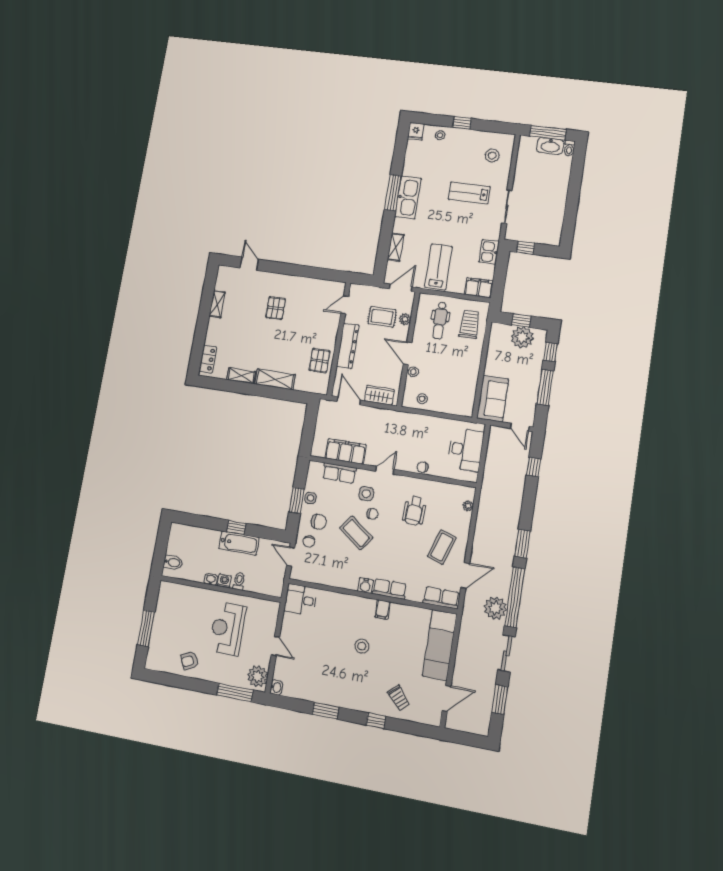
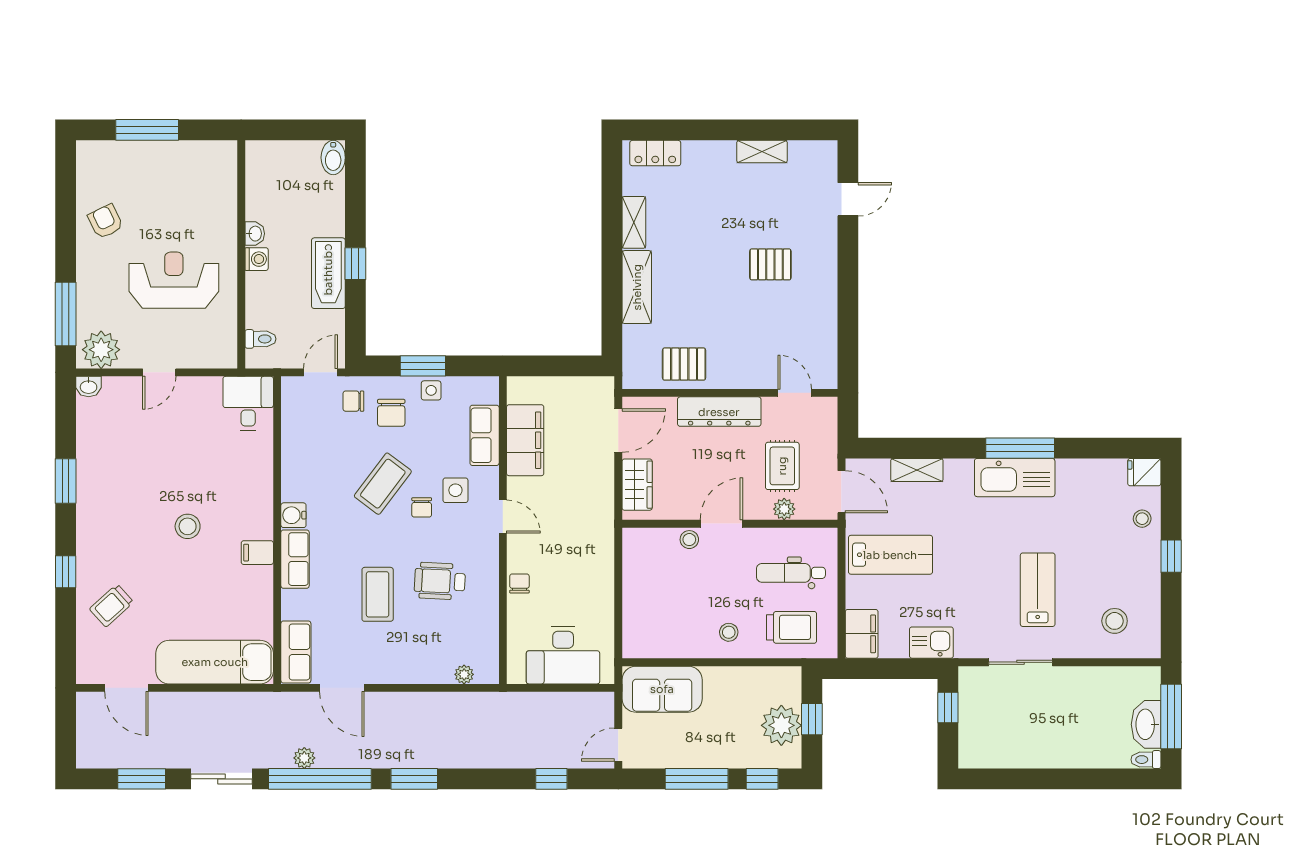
stool: (422, 399) -> (729, 632), moved
coffee table: (442, 547) -> (378, 594), moved, turned 72
bidet: (173, 562) -> (333, 158), moved
toilet: (239, 581) -> (260, 339), moved
plant: (495, 608) -> (304, 758), width x0.53, depth x0.53

